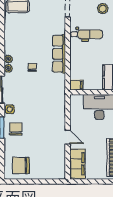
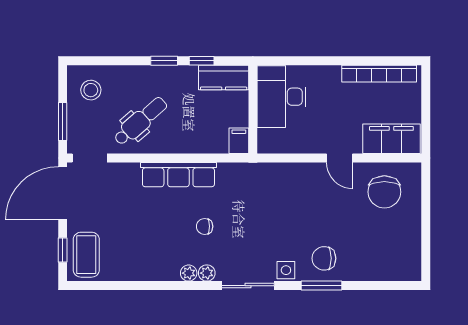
dental chair: (87, 34) -> (140, 121), turned 49
door: (68, 137) -> (340, 158), swing flipped
chair: (21, 165) -> (384, 192), moved

